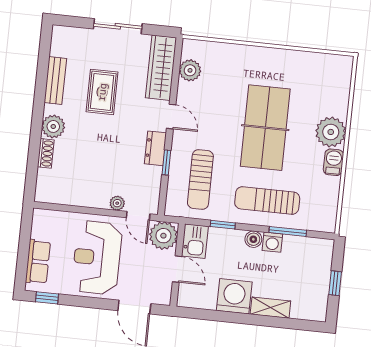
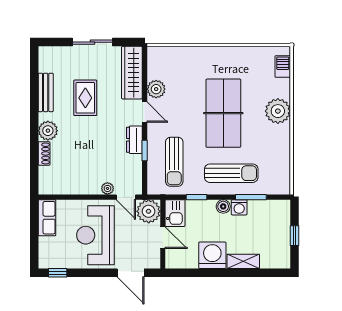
plant: (190, 70) -> (156, 89), moved
barbecue: (333, 162) -> (283, 67), moved
sun lounger: (267, 200) -> (231, 173), turned 180
row of seats: (38, 262) -> (47, 218), moved

